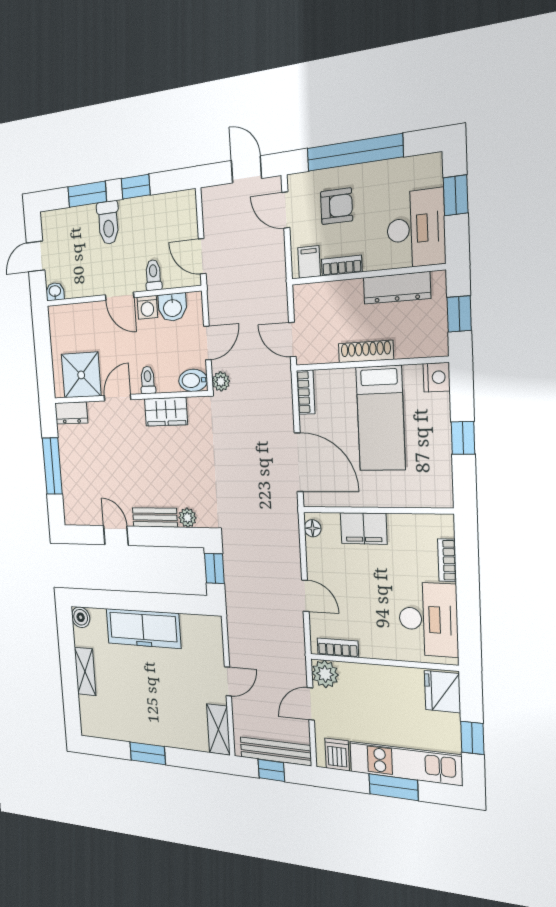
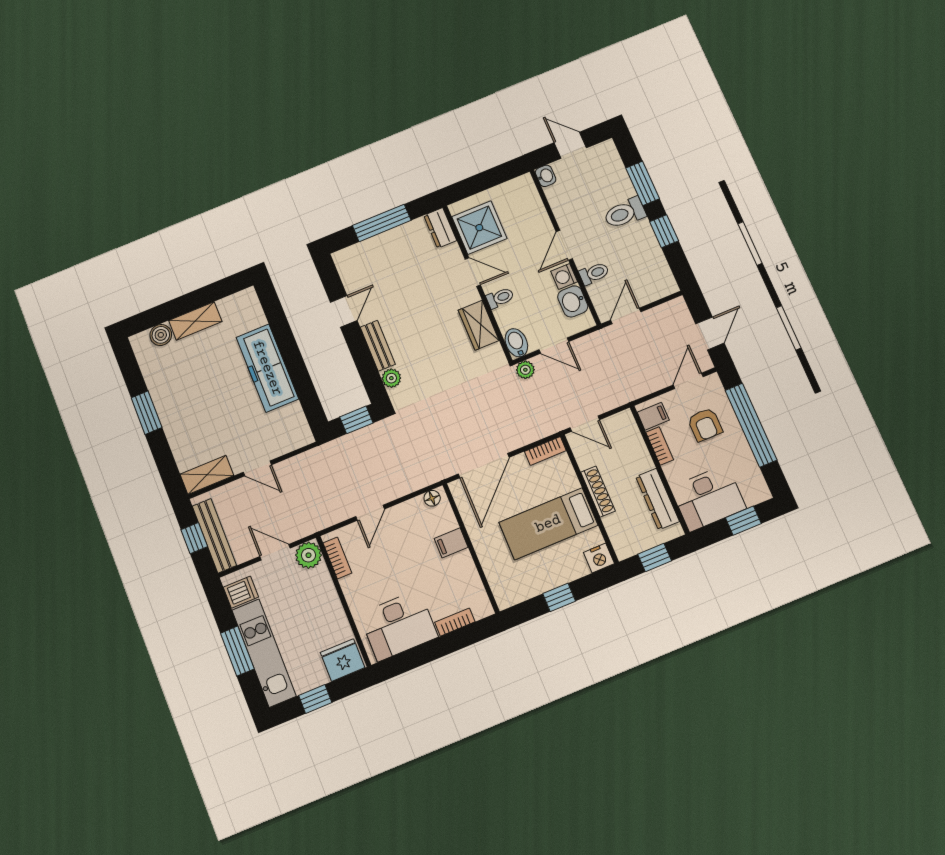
door: (292, 340) -> (585, 424), swing flipped
filing cabinet: (364, 528) -> (451, 543), width x0.50
boiler: (81, 617) -> (161, 335), moved

